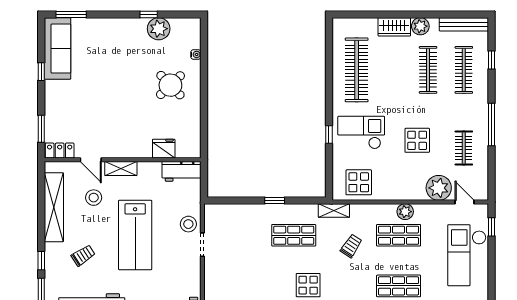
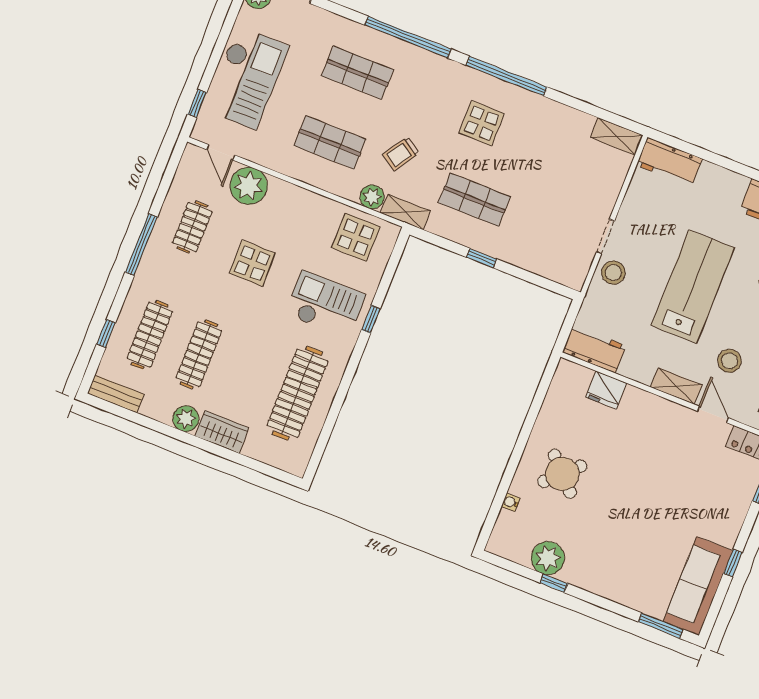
bench: (464, 24) -> (116, 394), width x0.73
checkout: (361, 133) -> (325, 304), turned 180
plant: (405, 212) -> (372, 197), moved

